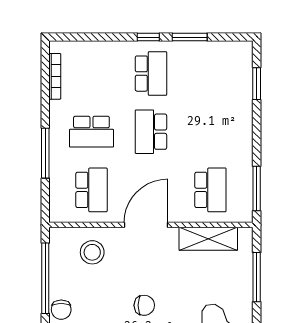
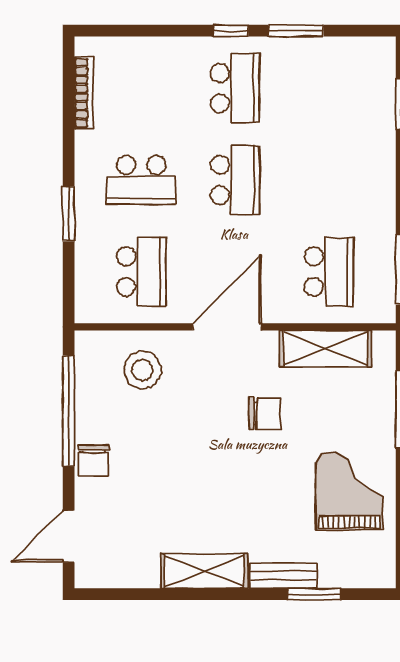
school desk: (151, 132) -> (235, 180), turned 180
window: (45, 153) -> (69, 214), width x0.69
chair: (144, 305) -> (265, 413), moved

